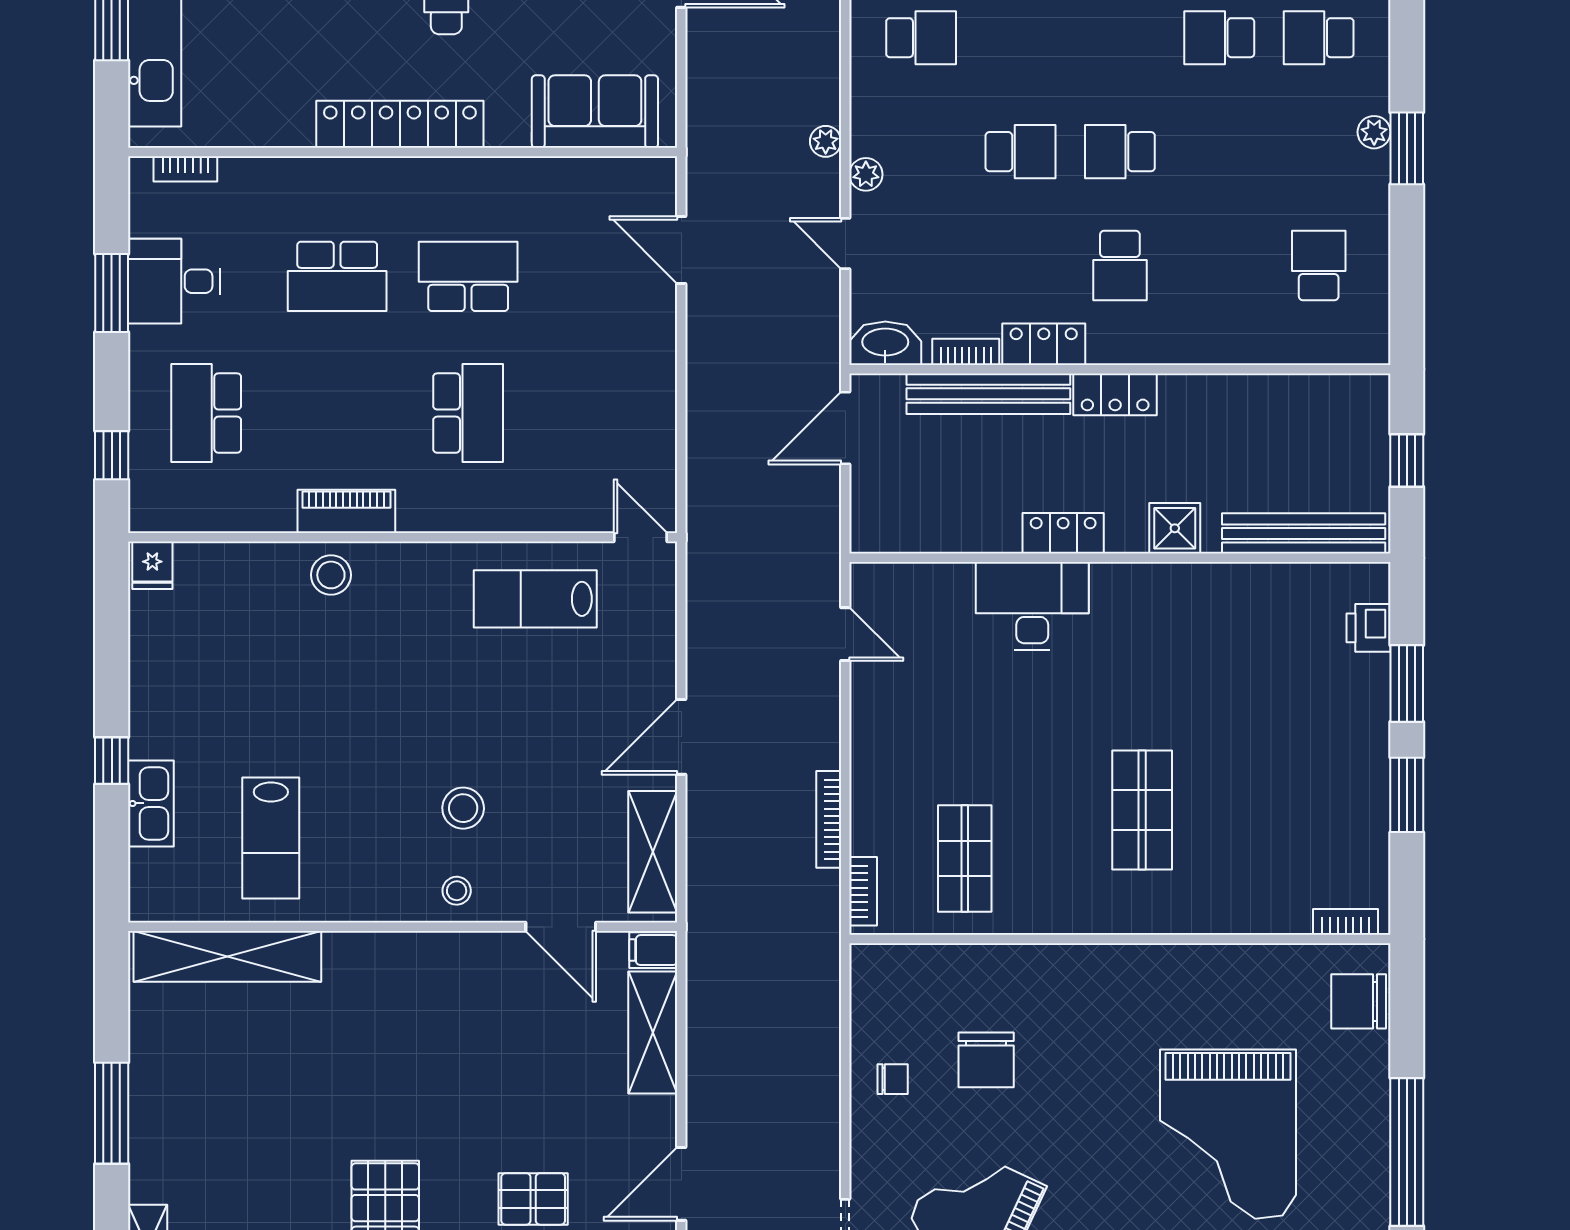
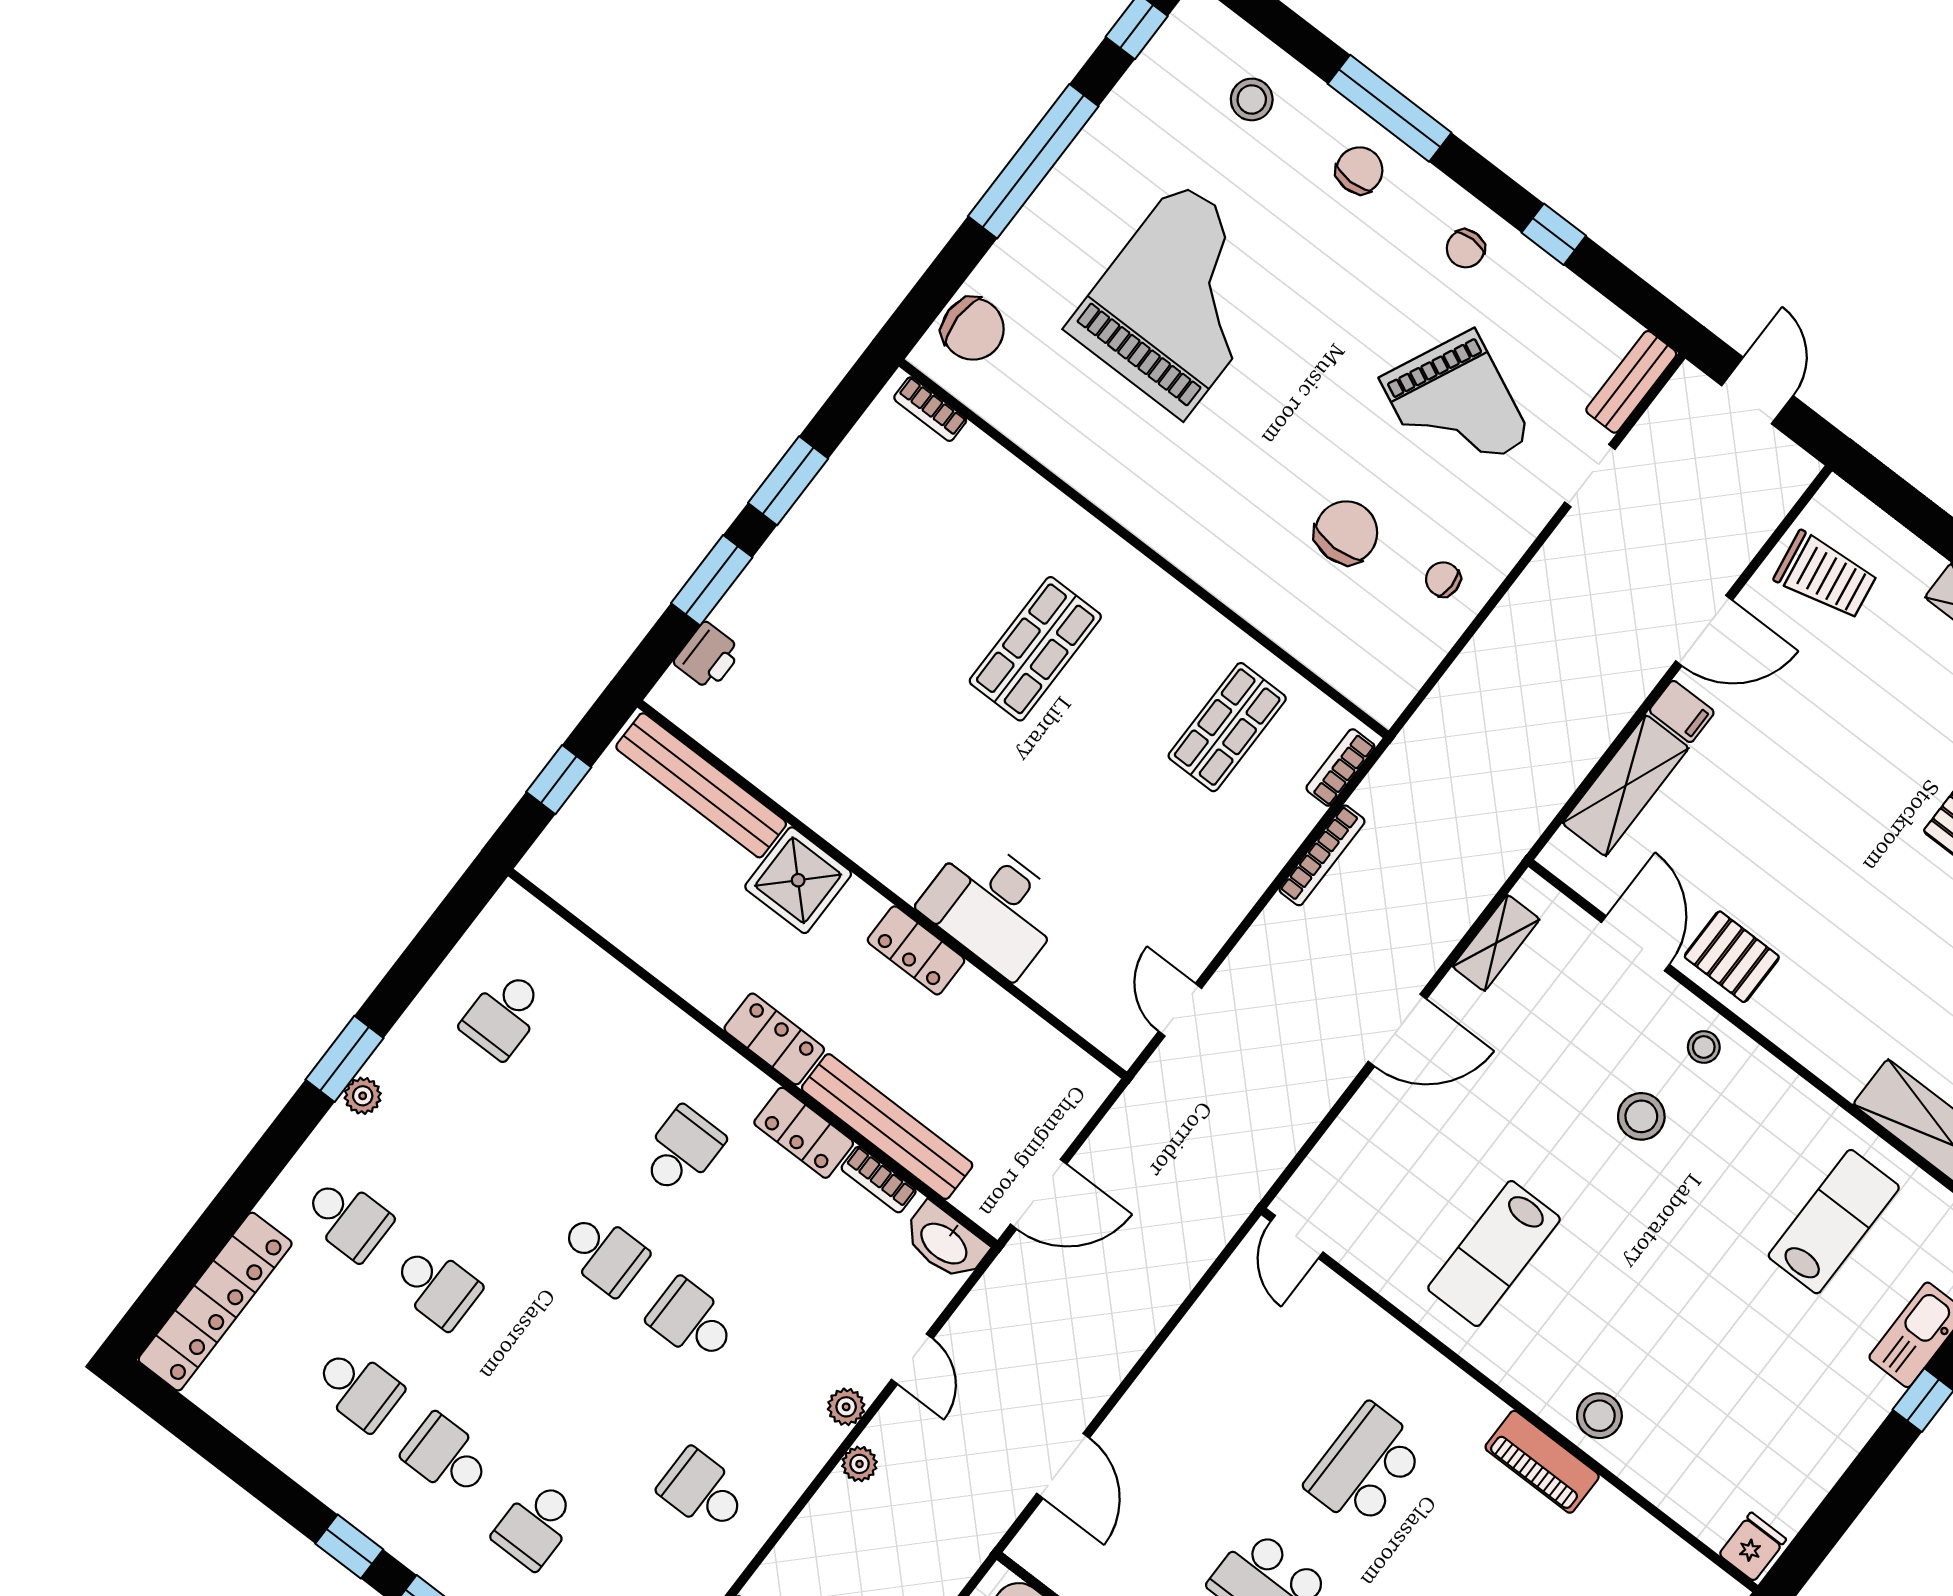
shower: (1175, 528) -> (798, 880), width x1.36, depth x1.36
lab bench: (535, 599) -> (1494, 1254), moved, turned 90
shelving: (653, 852) -> (1496, 943), width x0.67, depth x0.75
filing cabinet: (653, 950) -> (1682, 711), moved
pallet: (533, 1199) -> (1732, 957), moved

